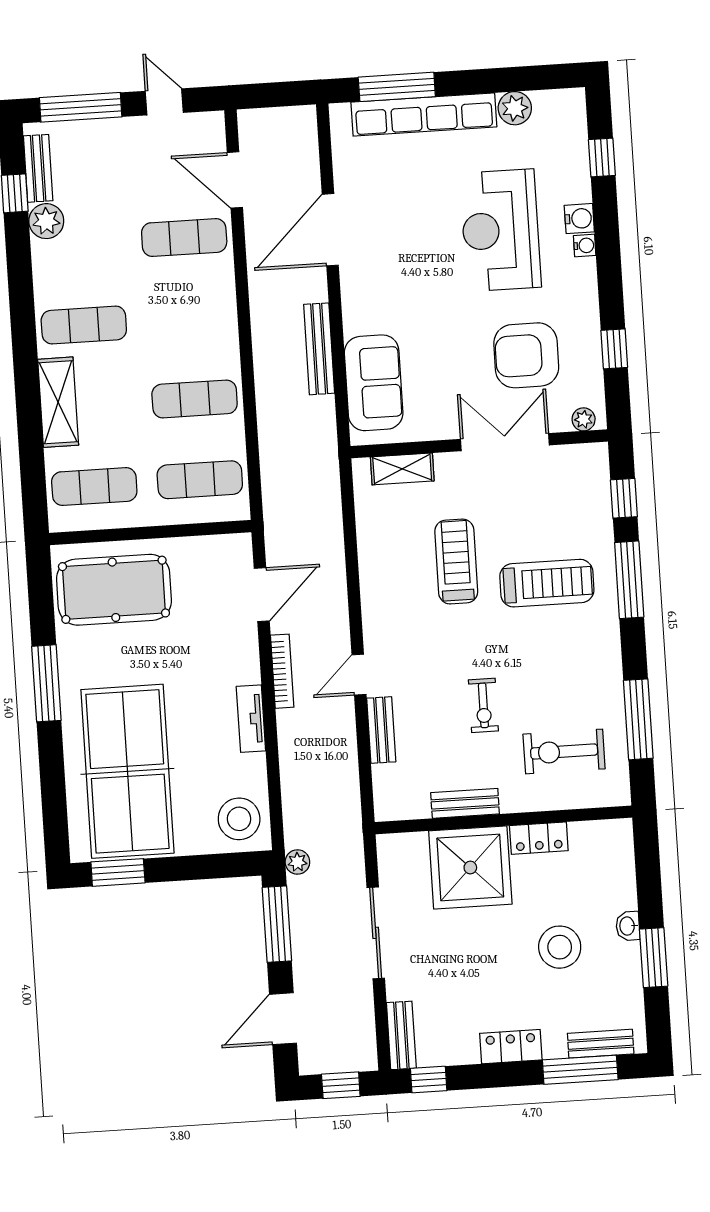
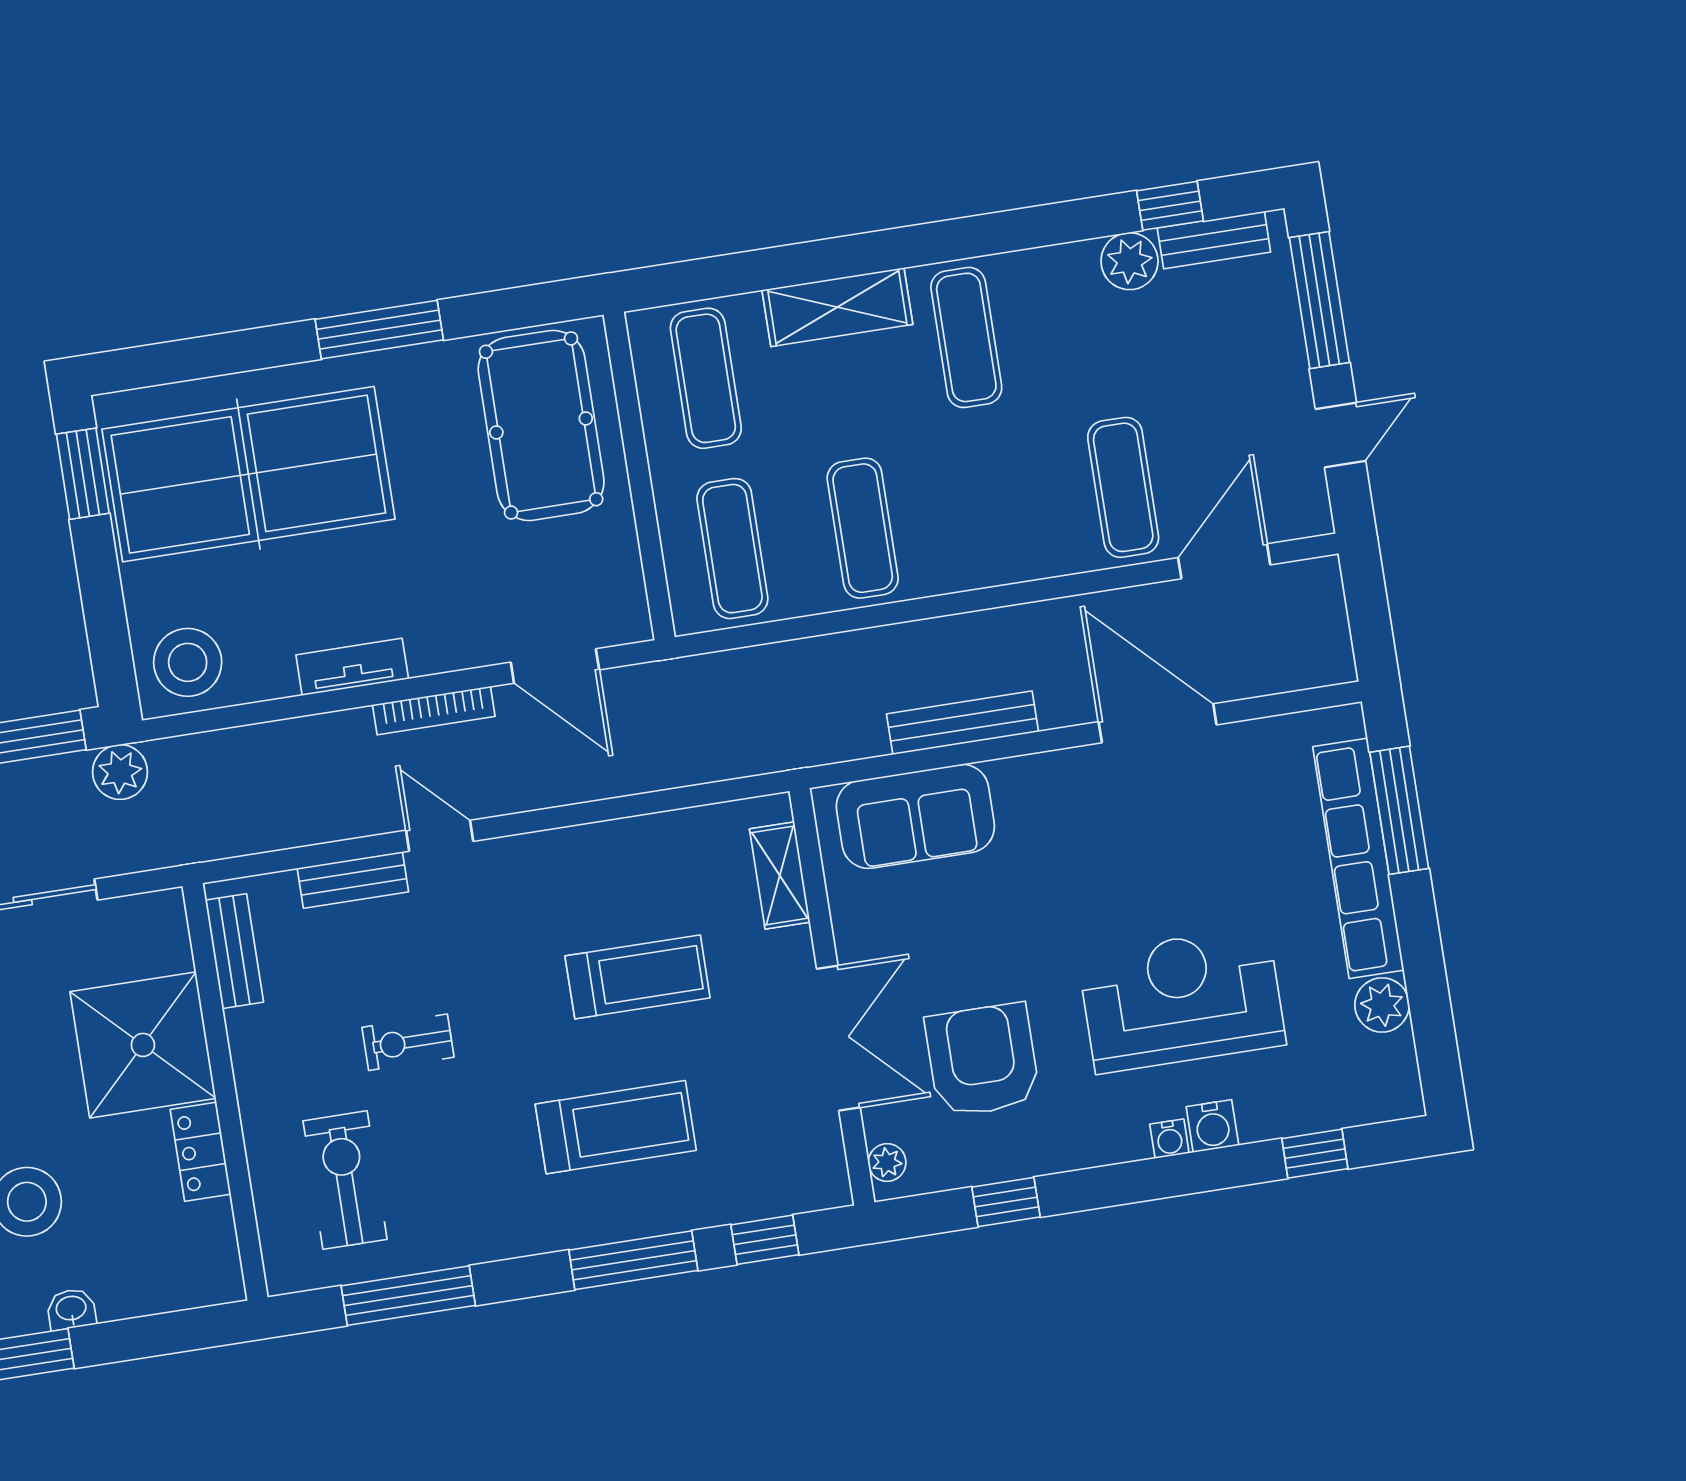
treadmill: (547, 583) -> (616, 1127), turned -90
bench: (465, 803) -> (234, 951), moved
plant: (297, 862) -> (120, 772), width x1.38, depth x1.38

